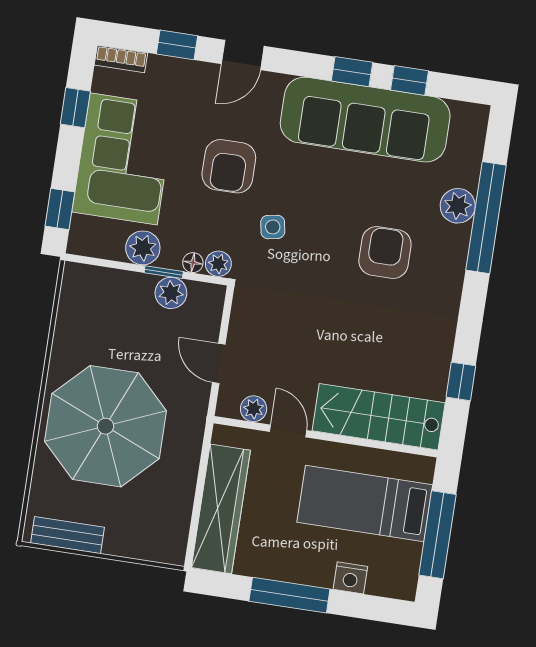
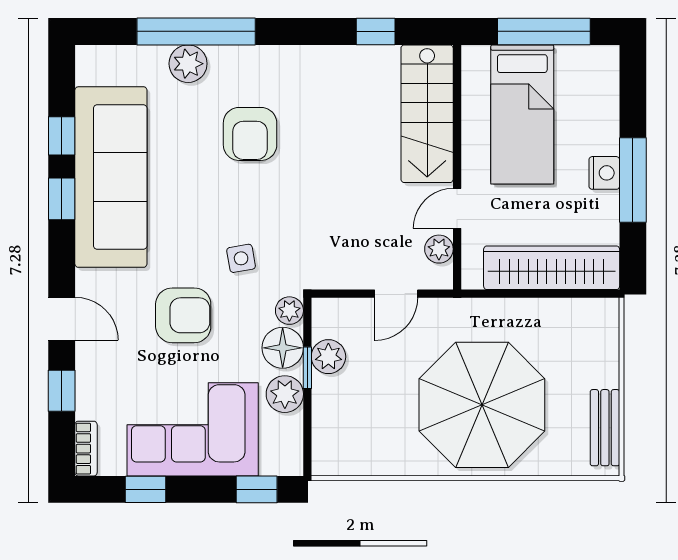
armchair: (385, 252) -> (250, 134), turned -90
floor lamp: (193, 263) -> (283, 348), width x1.89, depth x1.89
nightstand: (350, 578) -> (604, 173), moved

